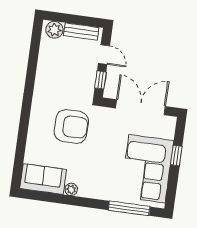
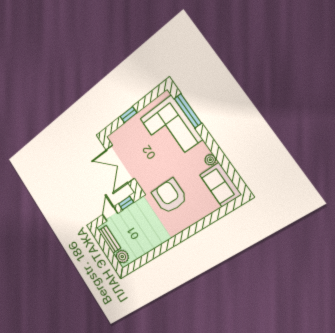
corner sofa: (147, 169) -> (171, 129), moved, turned 90

